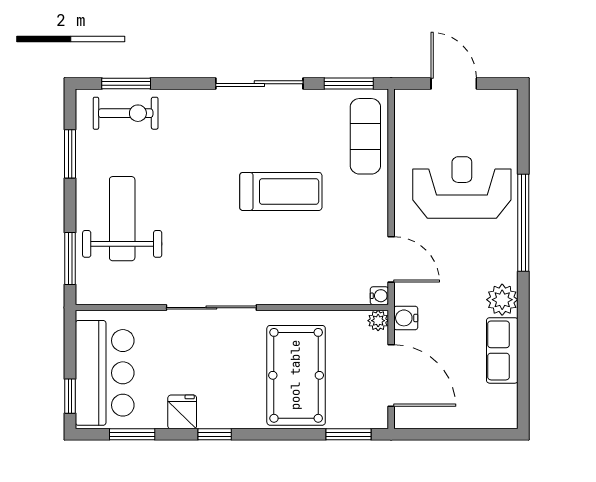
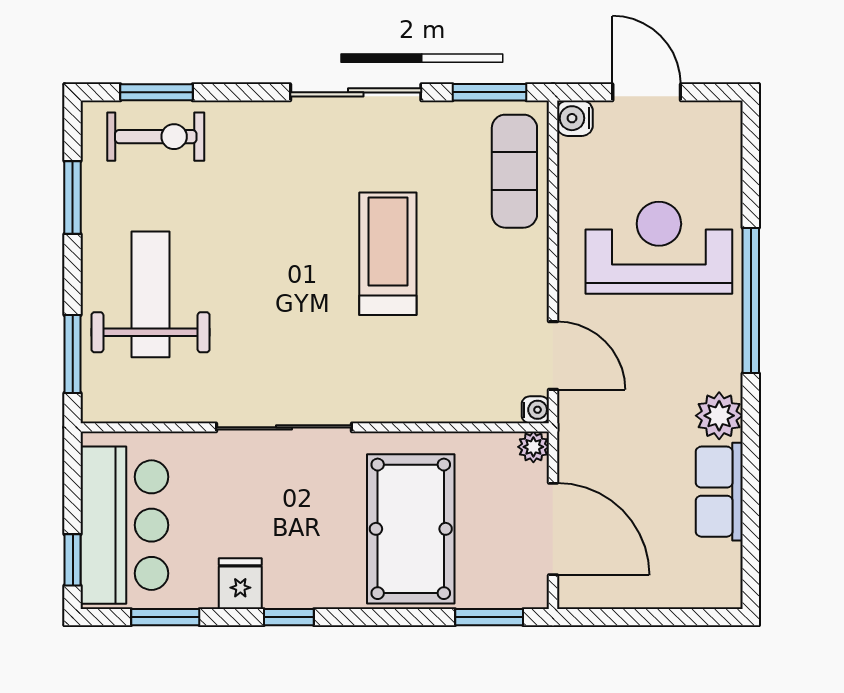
treadmill: (281, 191) -> (388, 254), turned -90
water cooler: (406, 318) -> (575, 118), moved

